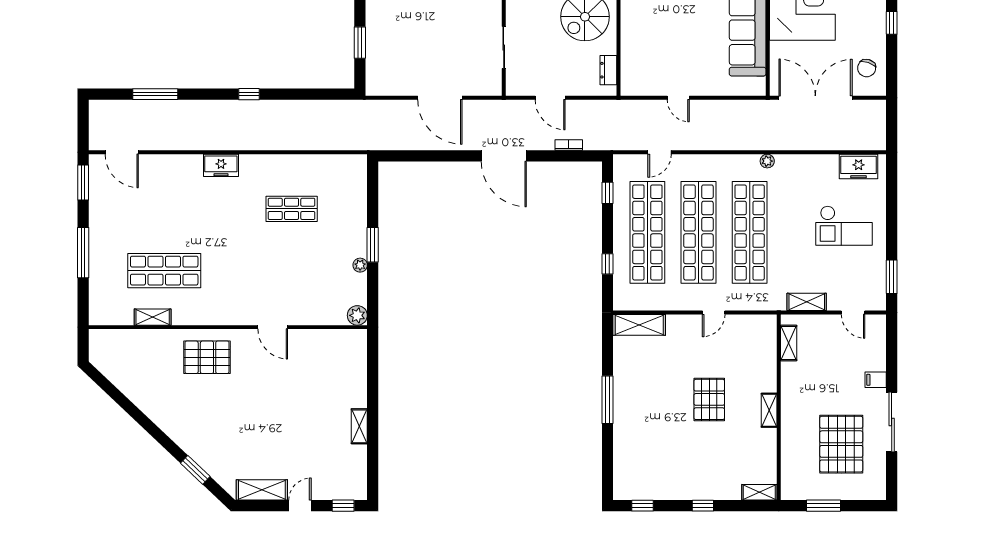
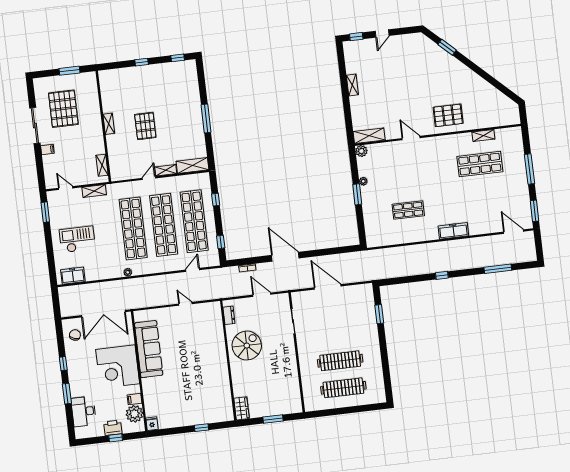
freezer: (221, 165) -> (453, 231), width x1.40
shelving: (262, 490) -> (369, 136), moved
shelving: (759, 492) -> (166, 170), moved

